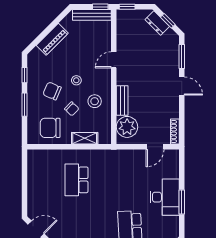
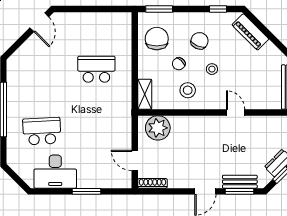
piano: (52, 39) -> (250, 32), moved
bench: (122, 100) -> (240, 182), moved
window: (25, 105) -> (159, 9), moved
shelving: (85, 138) -> (145, 94), moved
desk: (165, 197) -> (55, 172), moved
window: (182, 202) -> (87, 191), moved

